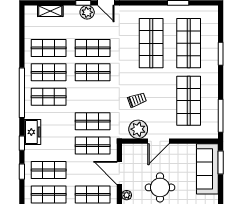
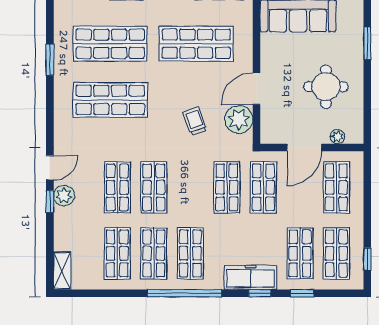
shelving: (50, 11) -> (62, 271), moved
freezer: (32, 132) -> (251, 277), width x1.40
door: (159, 141) -> (257, 89), swing flipped

